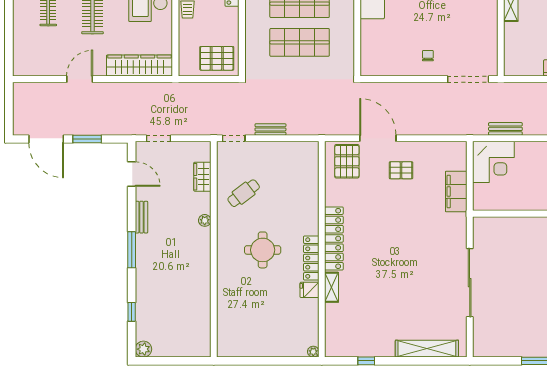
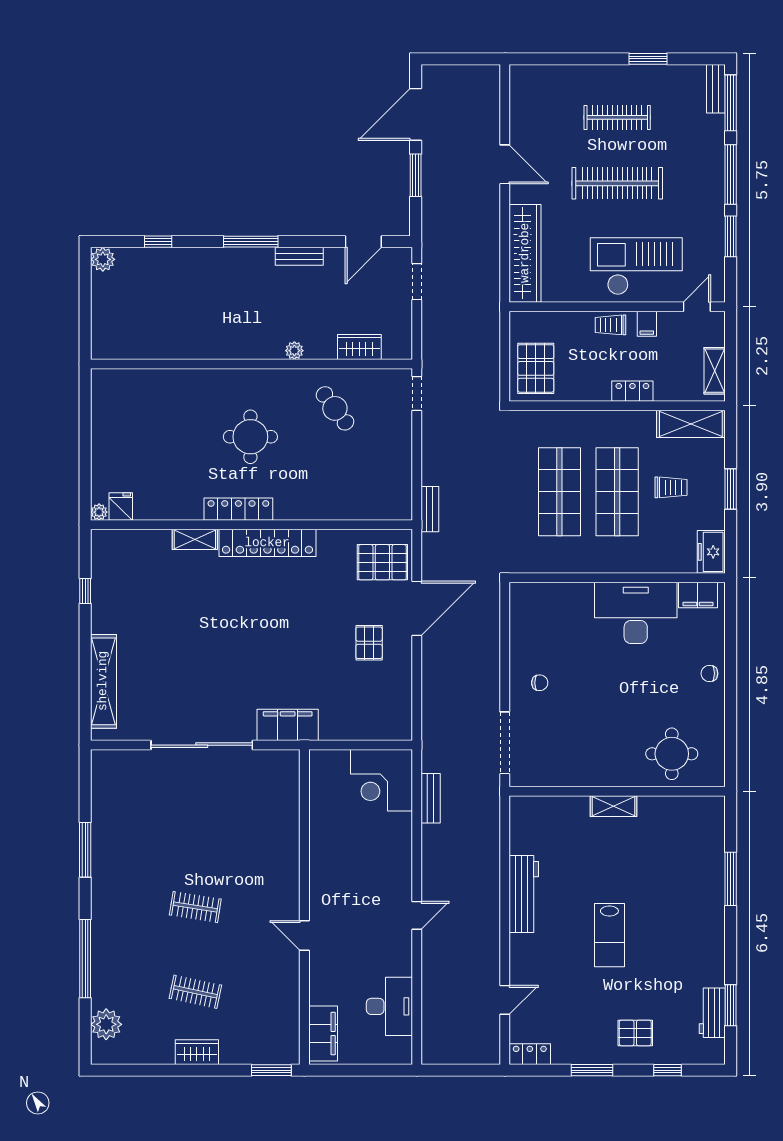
bench: (270, 129) -> (430, 509), moved
filing cabinet: (456, 191) -> (288, 725), moved
fridge: (310, 290) -> (121, 507), moved

